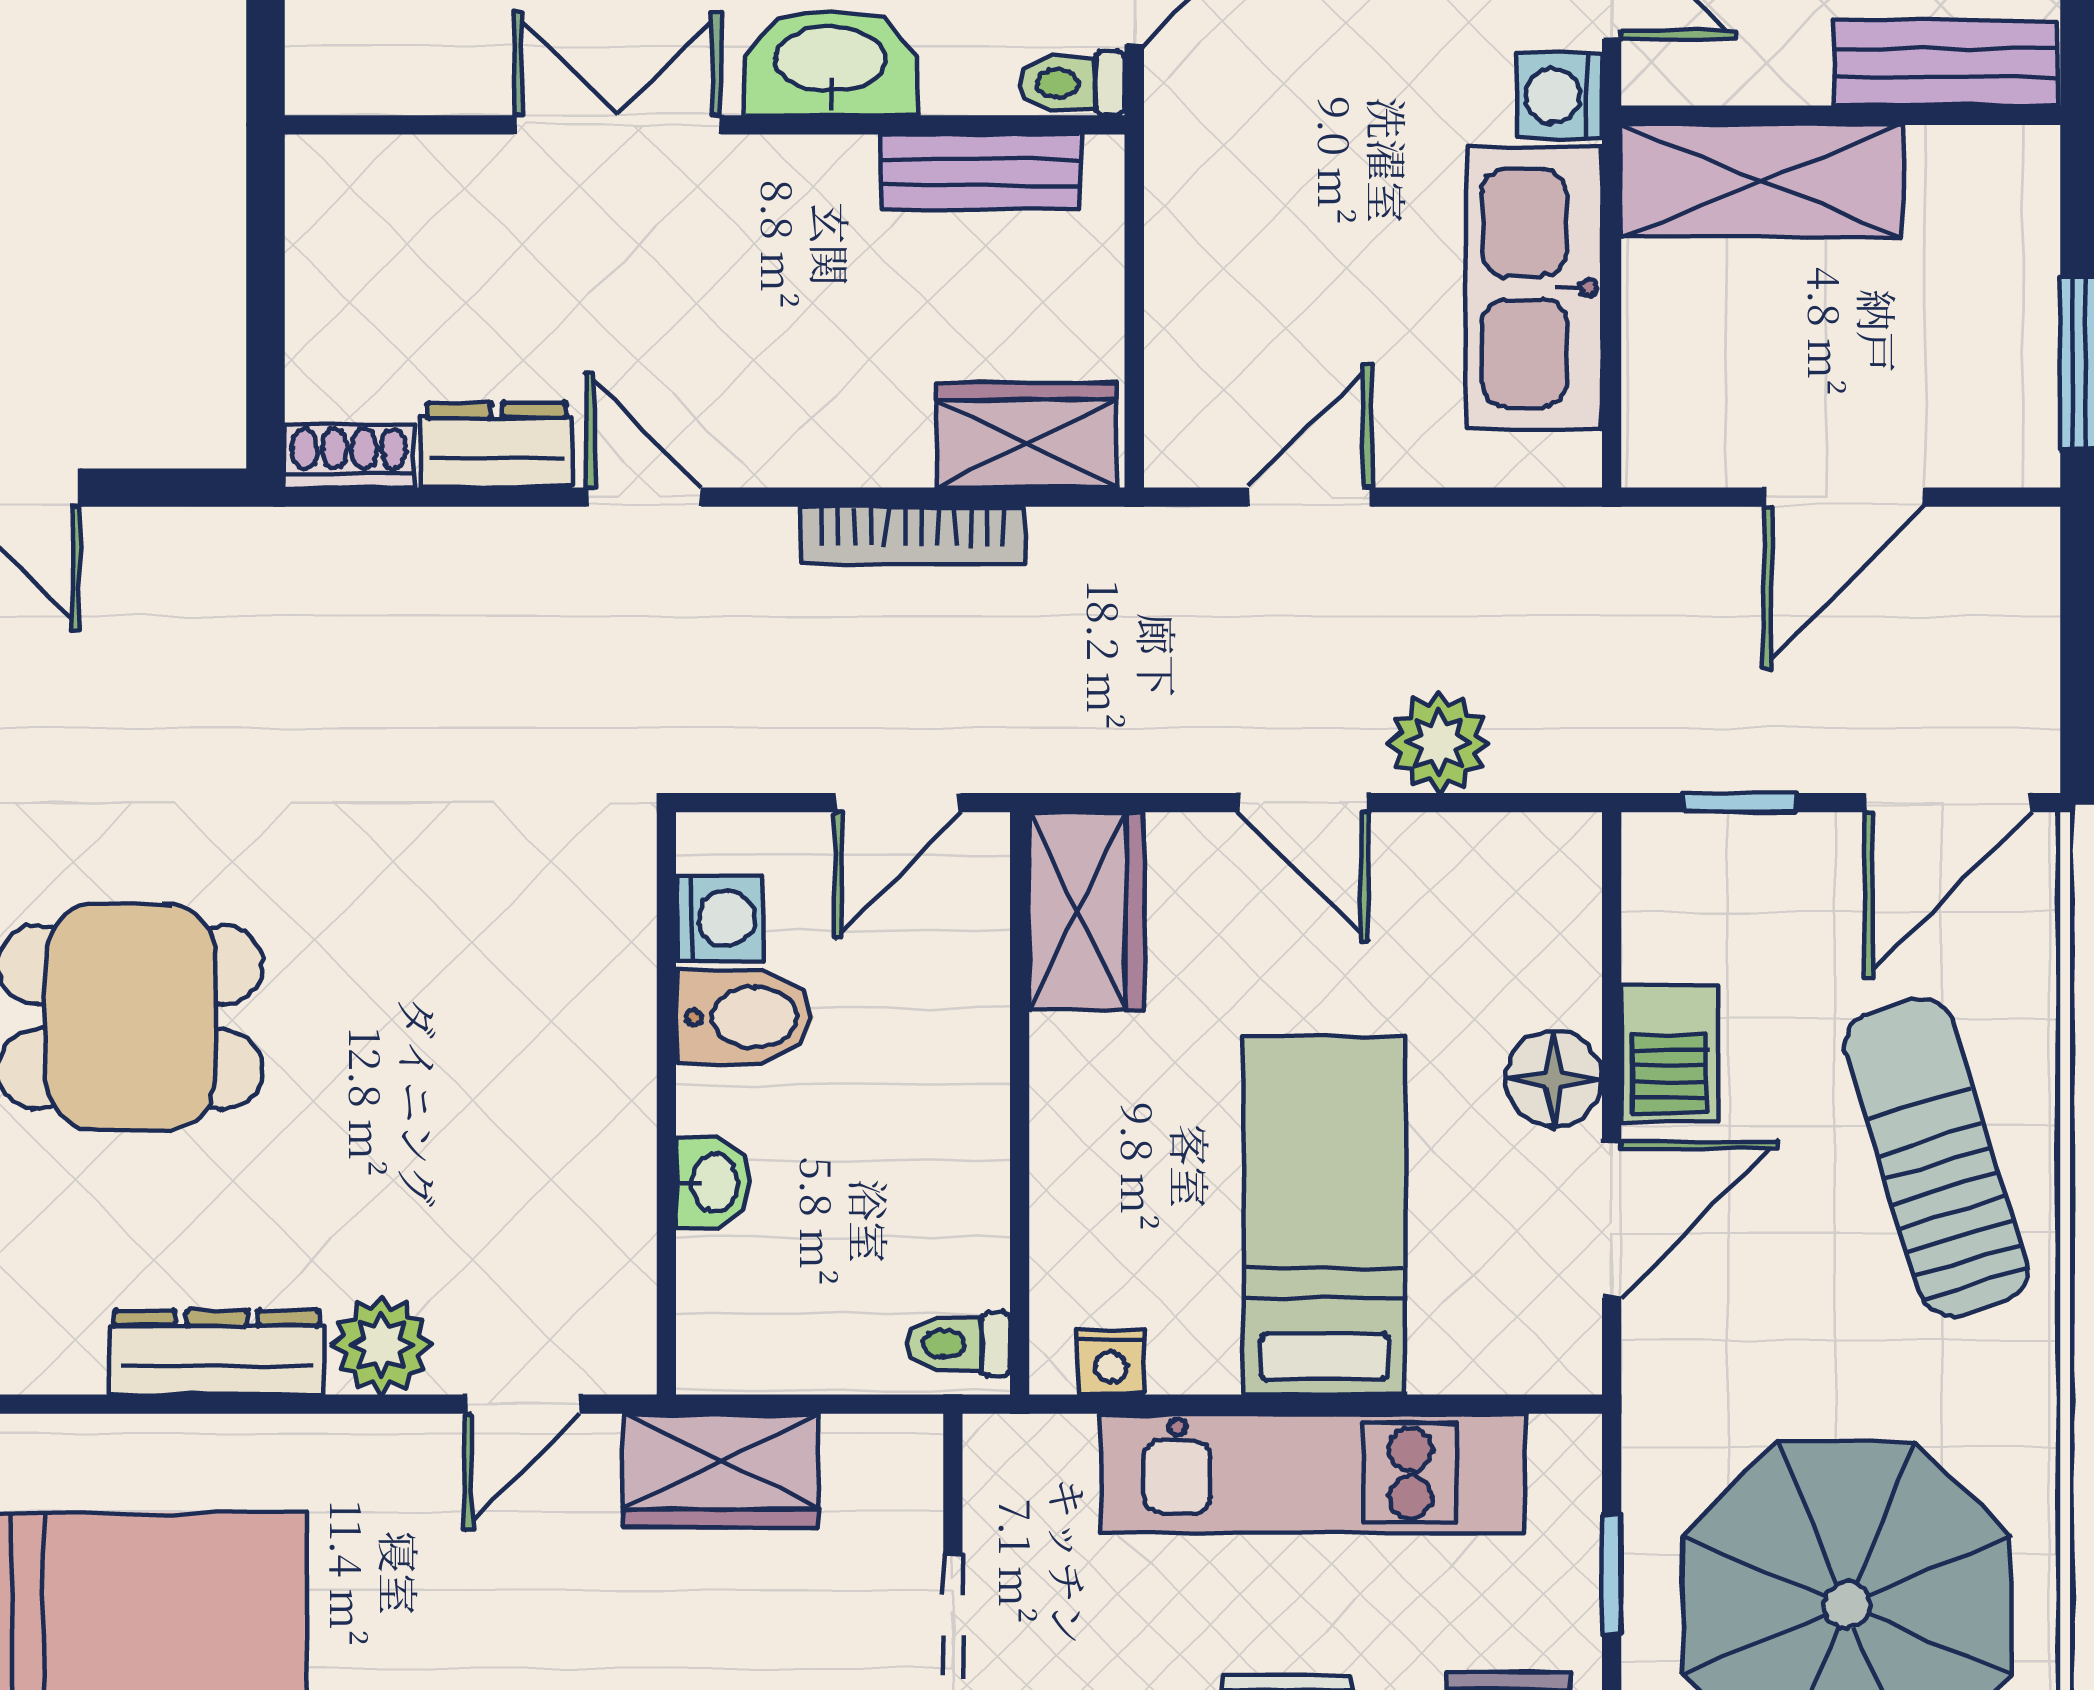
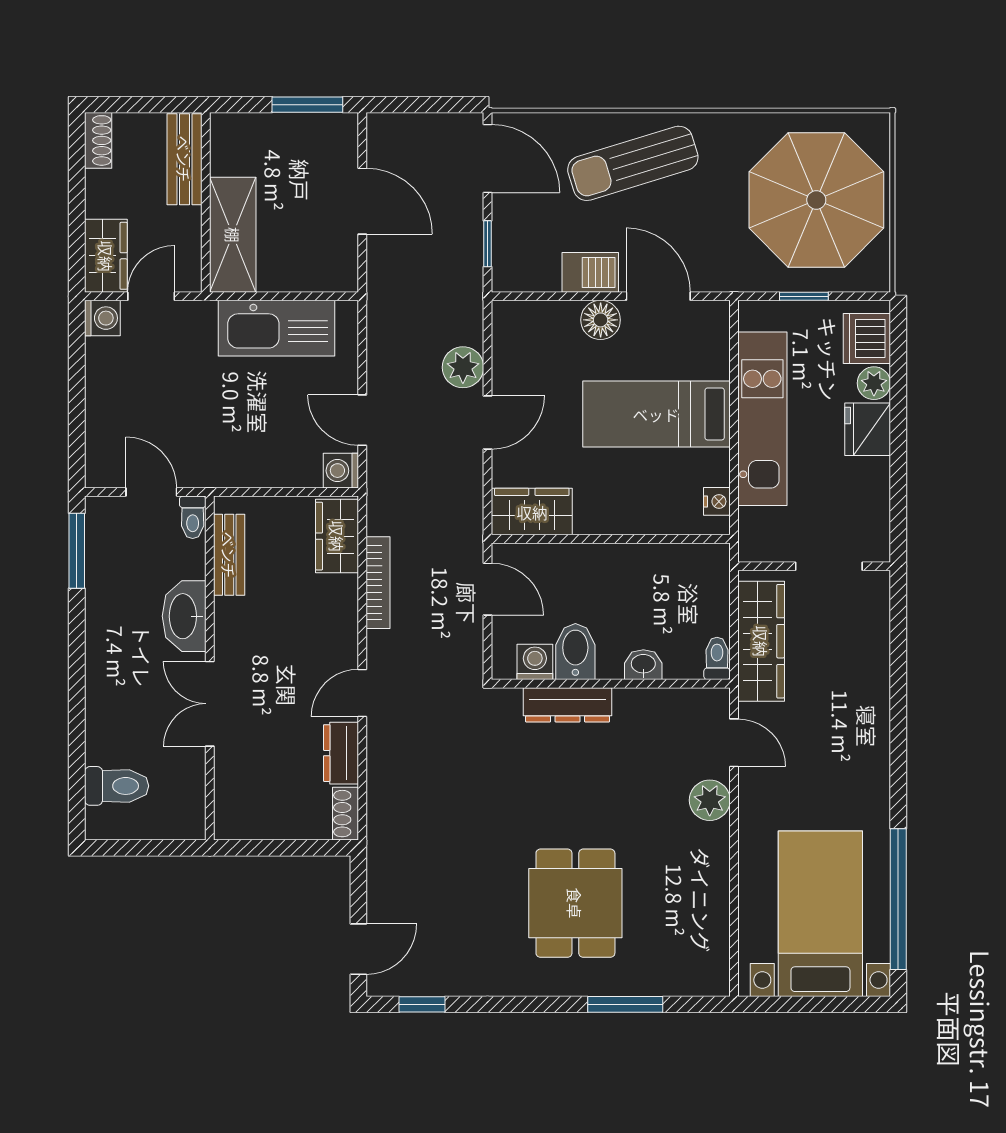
washing machine: (1559, 96) -> (341, 471), moved, turned 90
toilet: (958, 1344) -> (717, 658), moved, turned 180
dresser: (217, 1352) -> (568, 705), moved, turned -90
wardrobe: (721, 1470) -> (761, 641), width x1.50

